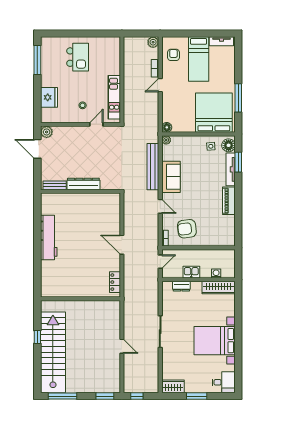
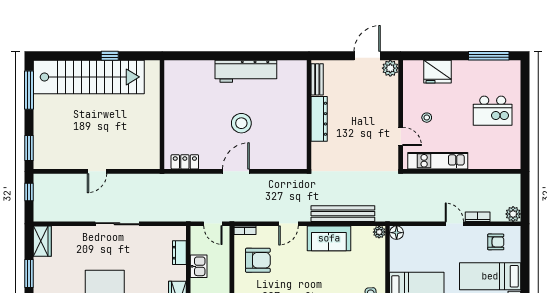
armchair: (187, 229) -> (258, 260), turned 97
stool: (87, 241) -> (241, 123), added

